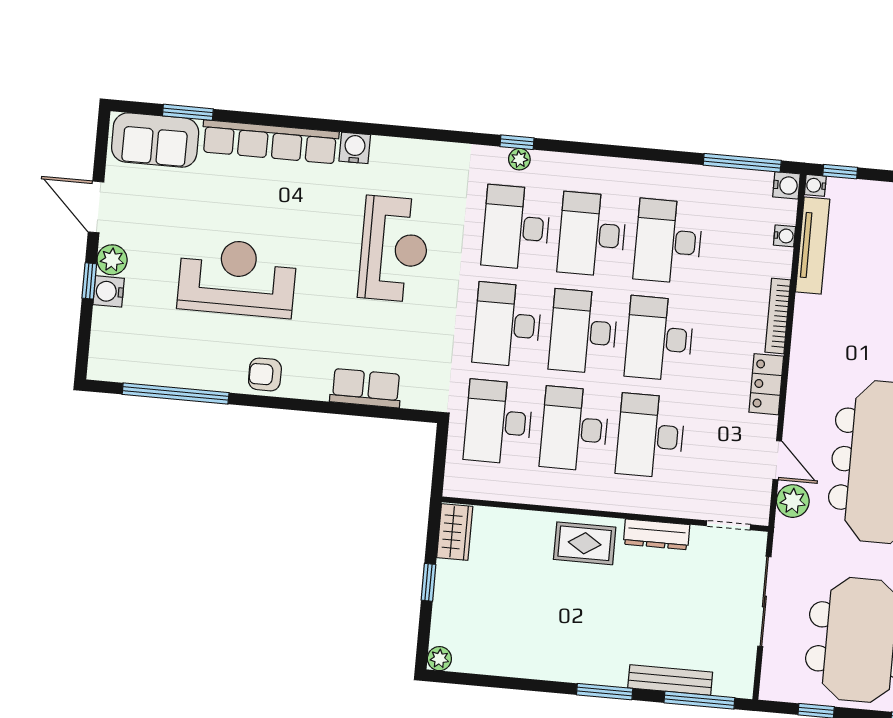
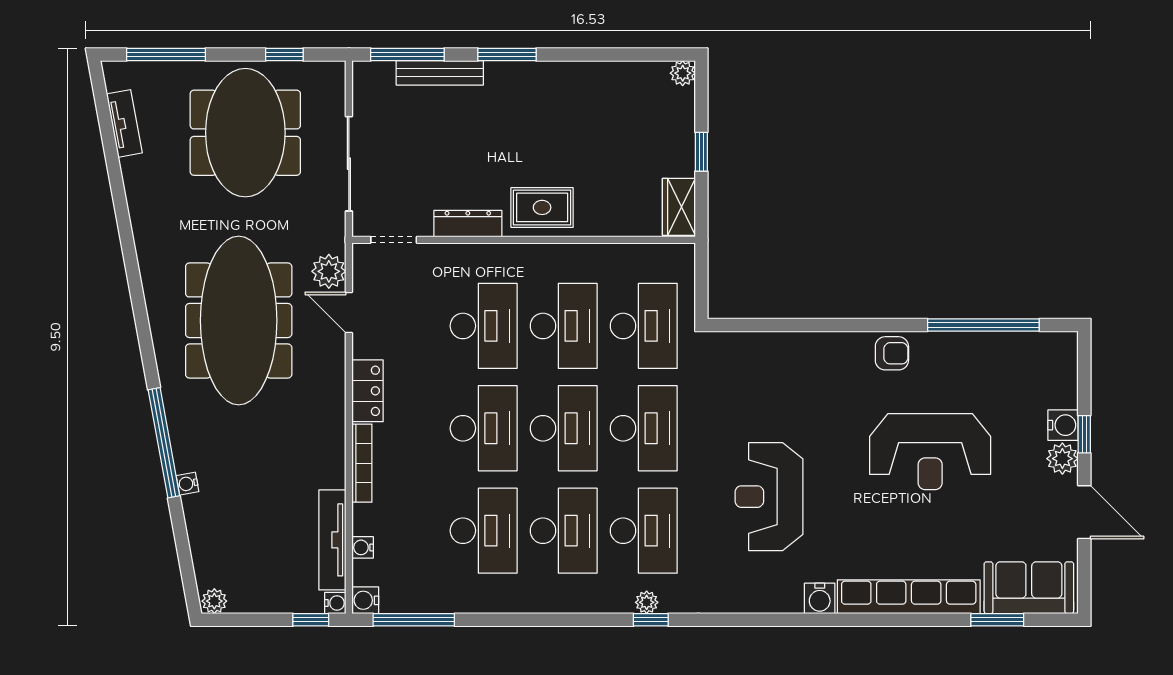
row of seats: (366, 388) -> (785, 349), removed

